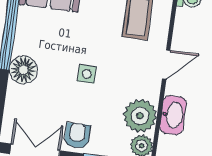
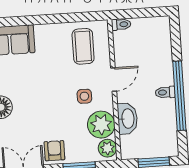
side table: (87, 74) -> (84, 96), moved

